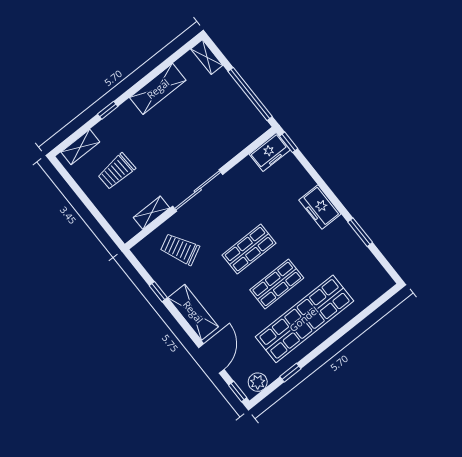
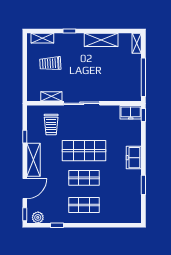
trolley: (180, 249) -> (51, 124), turned -153
shop shelf: (249, 249) -> (84, 151), width x1.43, depth x1.36
shop shelf: (304, 319) -> (84, 205), width x0.50, depth x0.74

